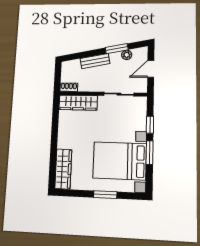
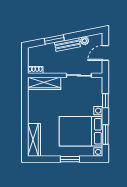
window: (117, 49) -> (54, 39), moved
bench: (95, 61) -> (67, 45), moved
window: (150, 153) -> (105, 135), moved

